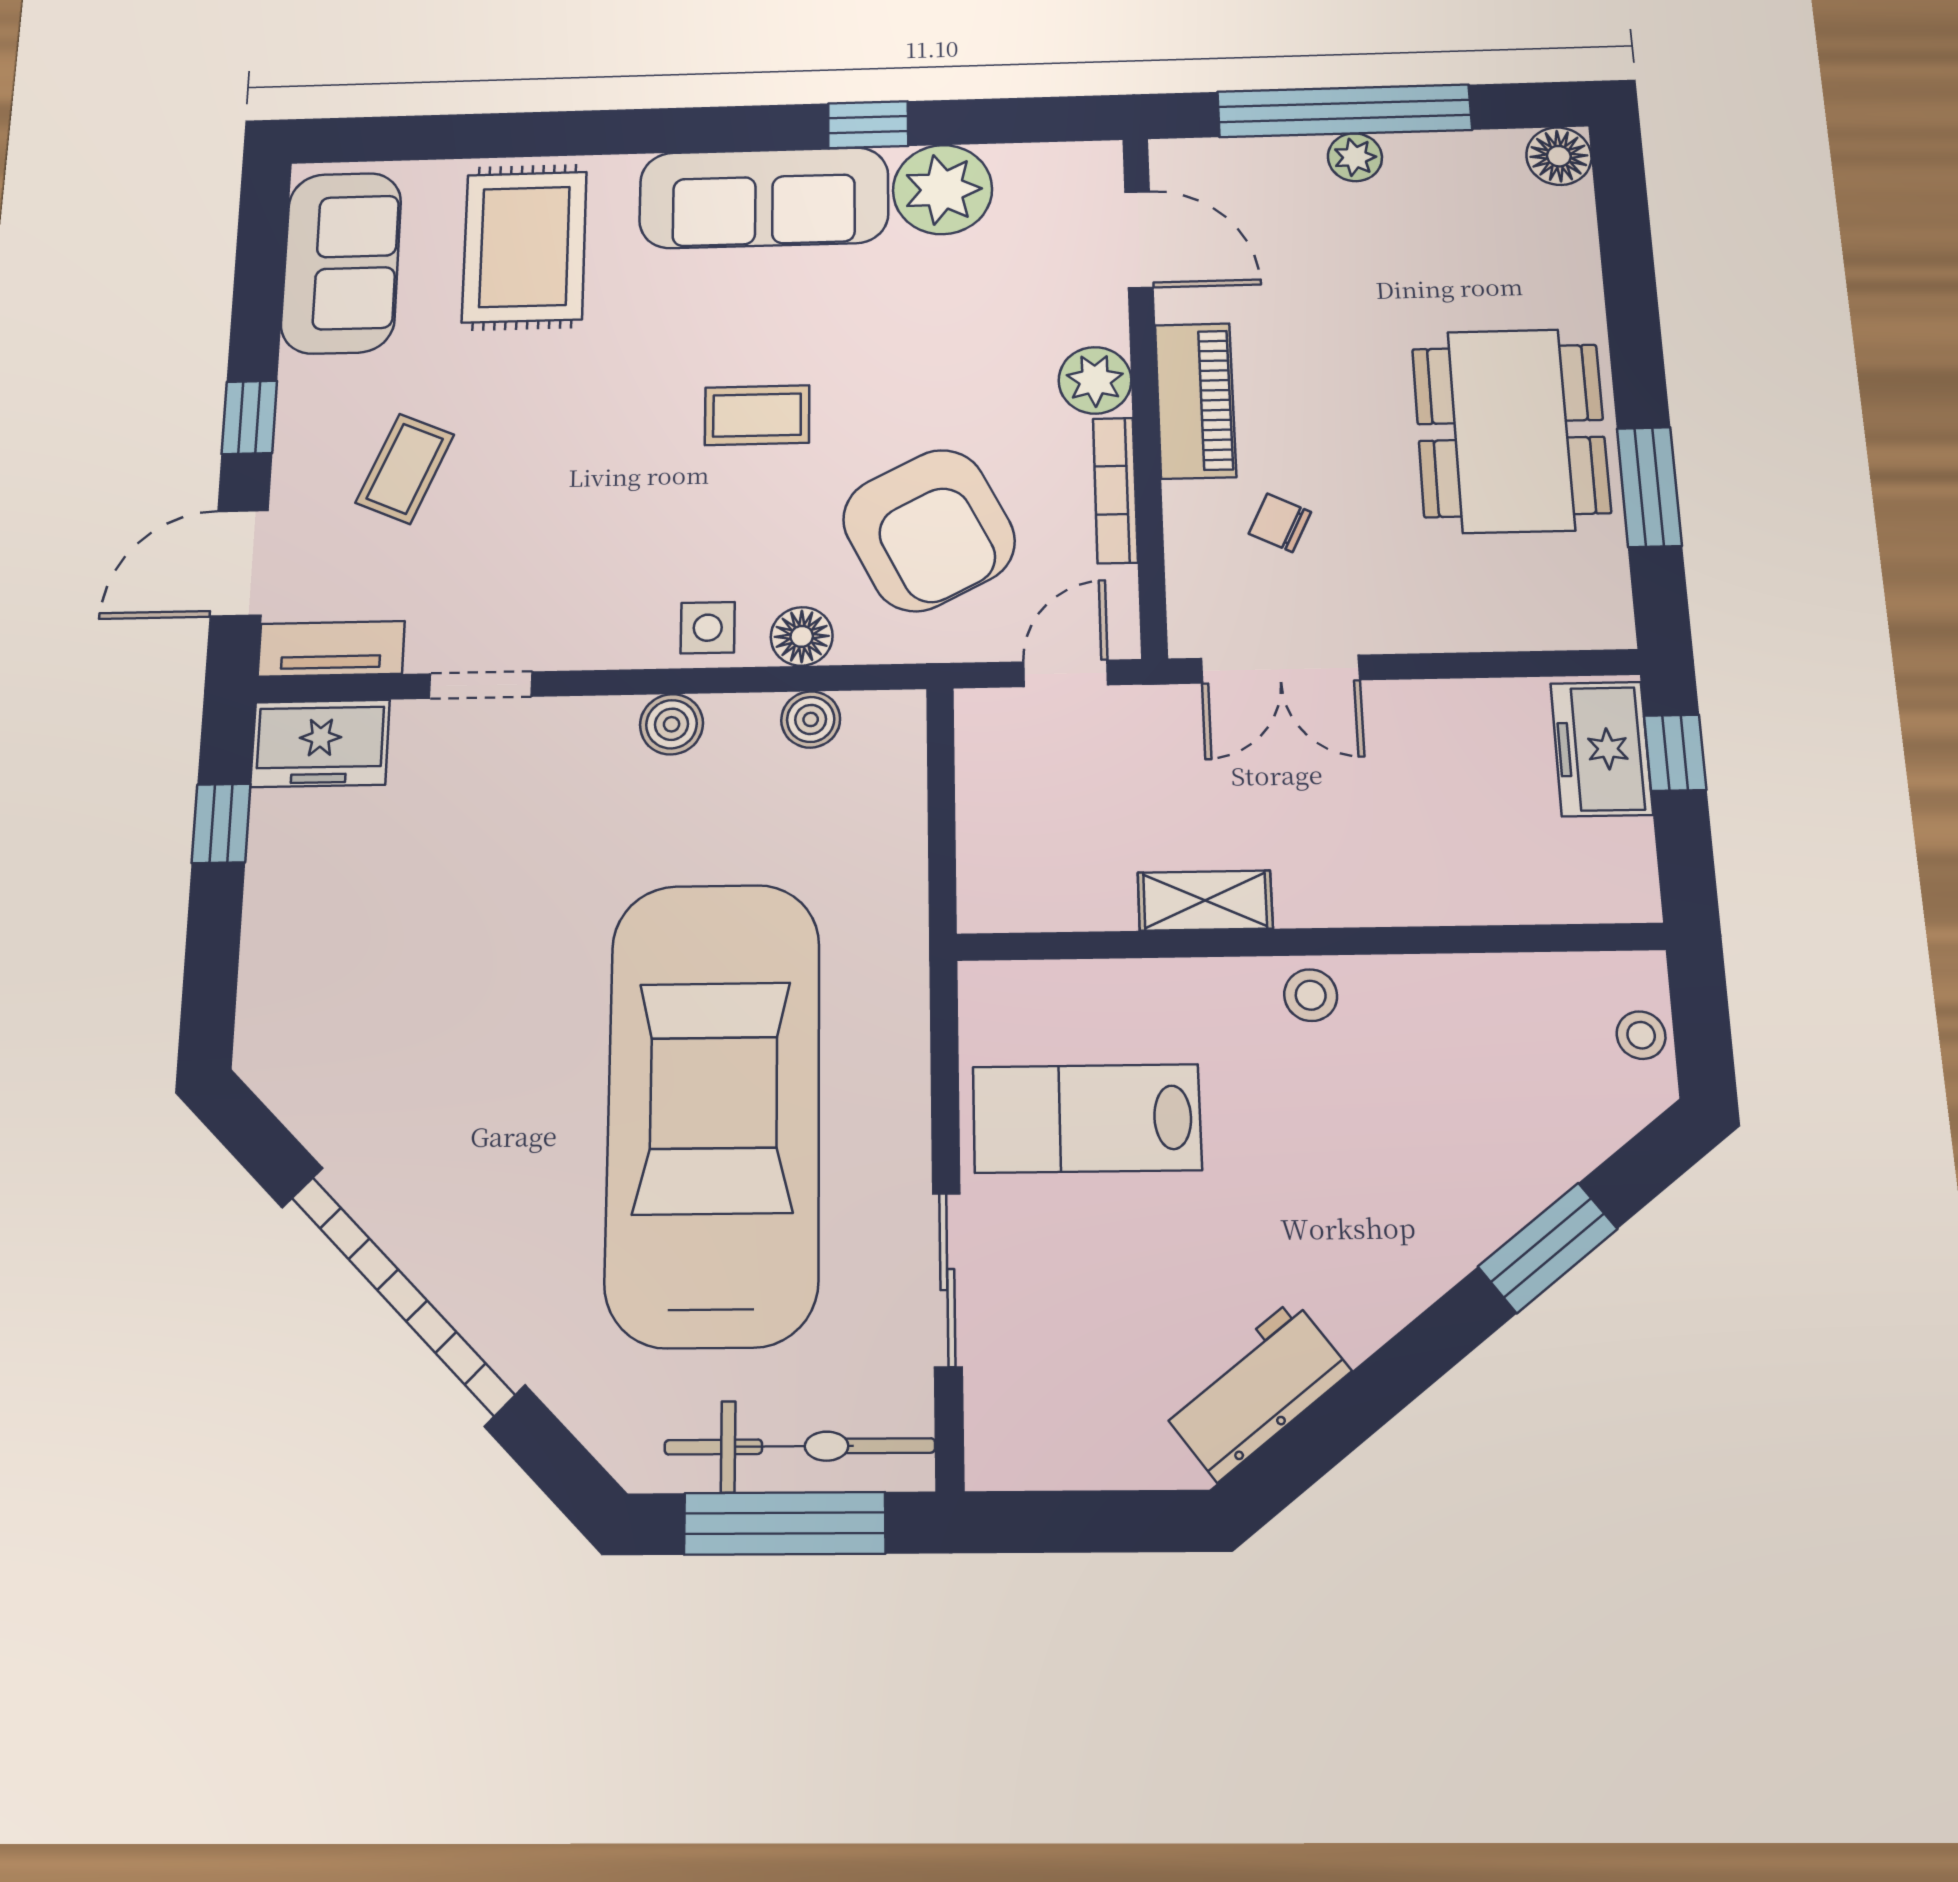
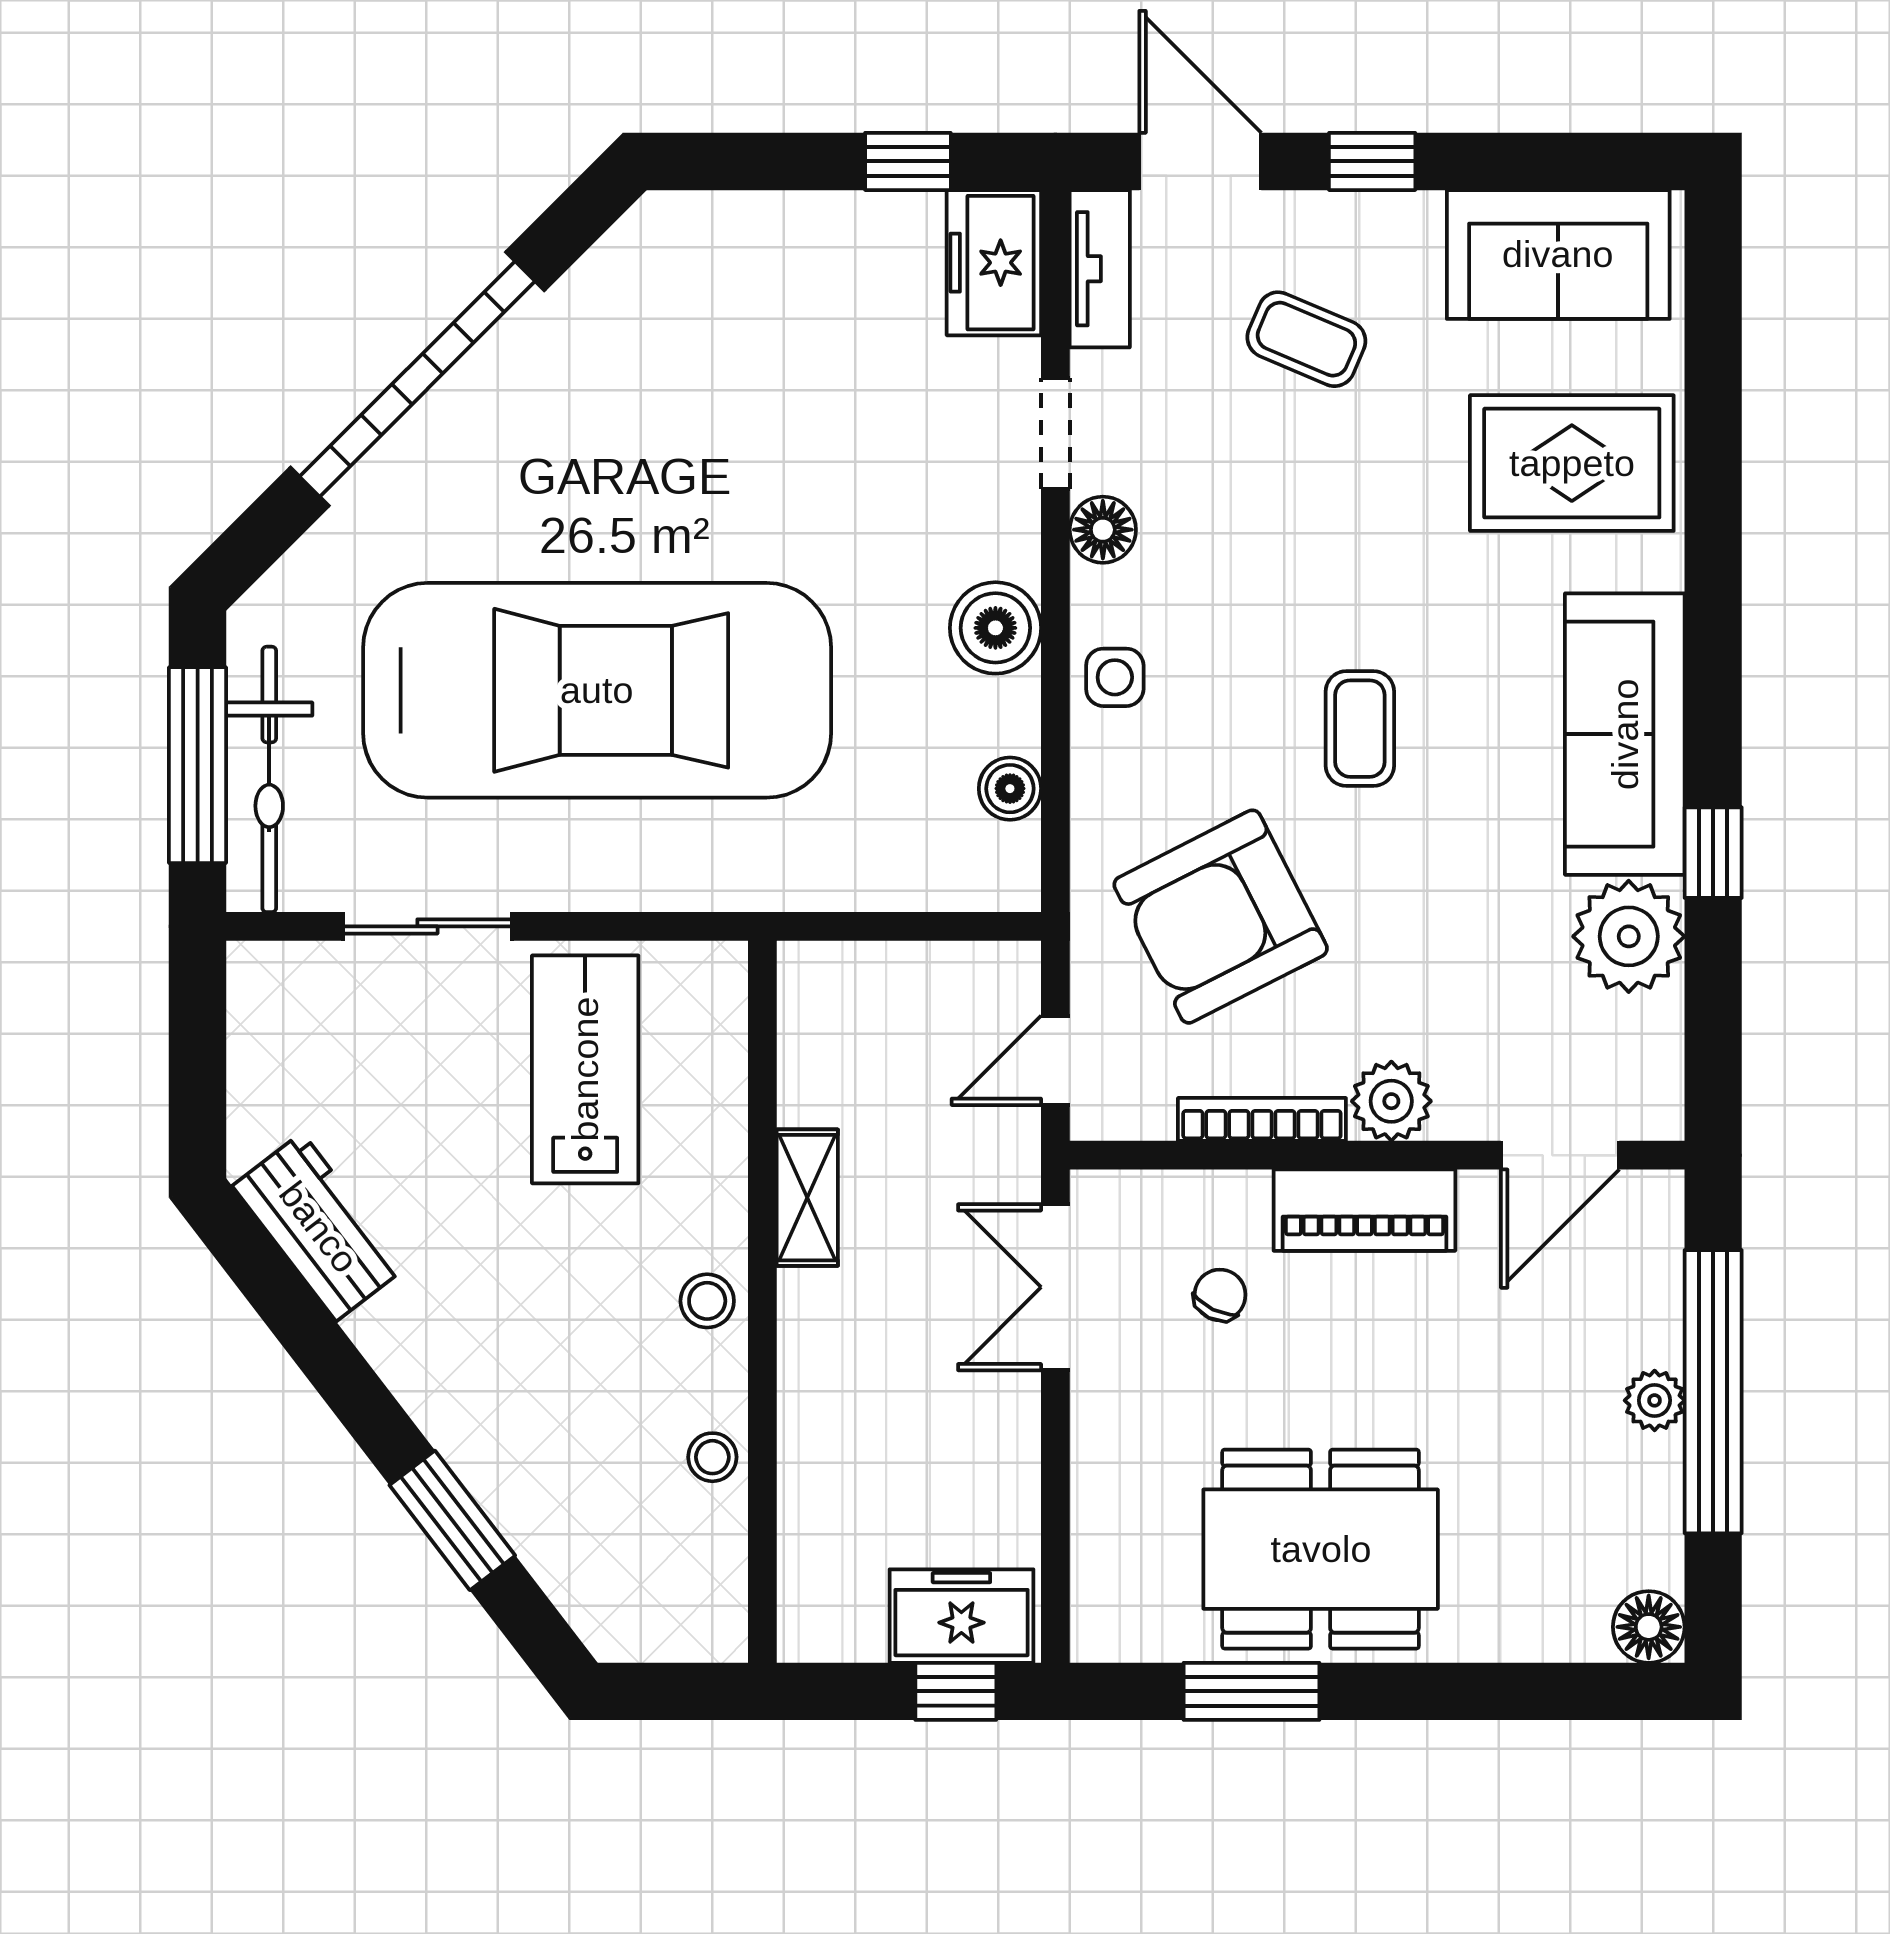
floor lamp: (802, 636) -> (1103, 530), moved
door: (1066, 673) -> (1055, 1060), swing flipped
boiler: (672, 724) -> (995, 628), width x1.36, depth x1.36
stool: (1641, 1035) -> (712, 1457), moved

